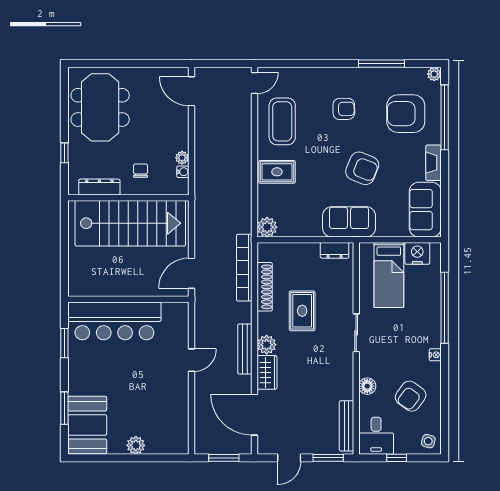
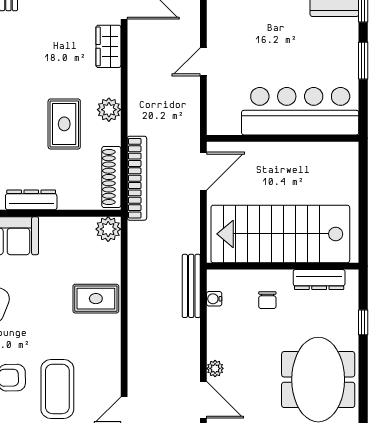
coffee table: (282, 121) -> (57, 389), moved
plant: (182, 158) -> (215, 368), moved
dresser: (335, 250) -> (31, 200), width x1.44
shoe rack: (265, 287) -> (111, 177), moved
window: (64, 343) -> (363, 61), moved
plant: (267, 345) -> (109, 110), moved
bench: (245, 349) -> (191, 286), moved

